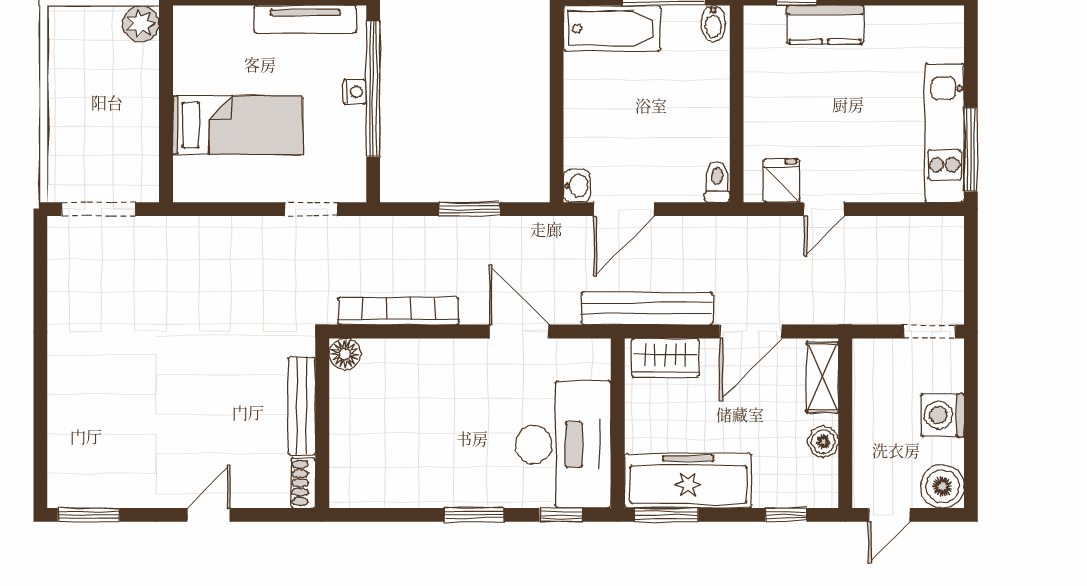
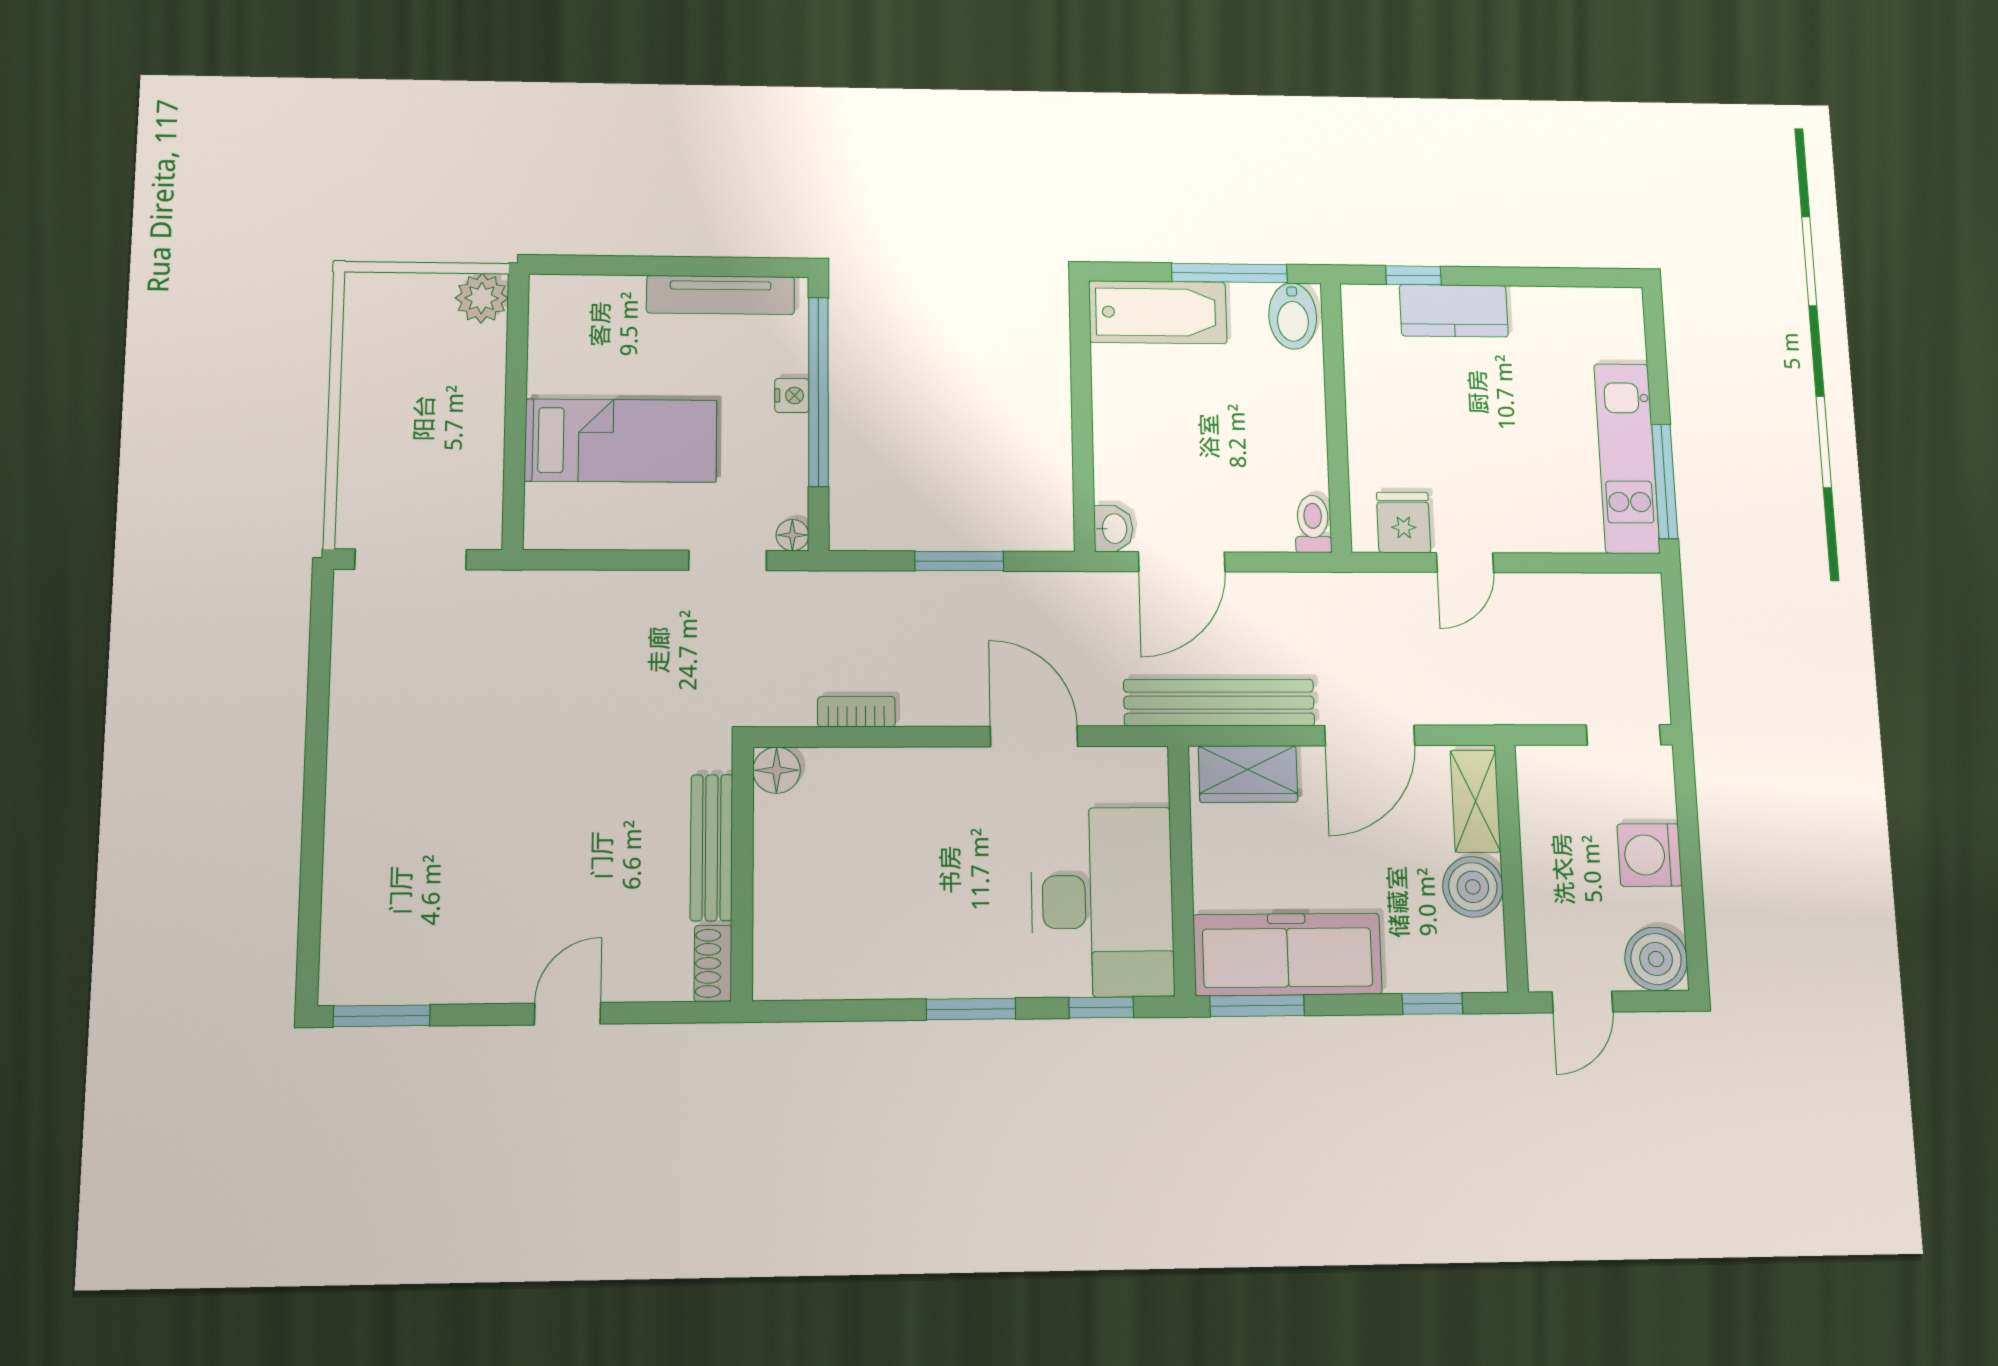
bidet: (713, 24) -> (1293, 316), width x1.38, depth x1.36
floor lamp: (355, 191) -> (792, 535), added
bookcase: (399, 311) -> (856, 712), width x0.43, depth x0.76
boiler: (823, 442) -> (1473, 887), width x1.36, depth x1.36

